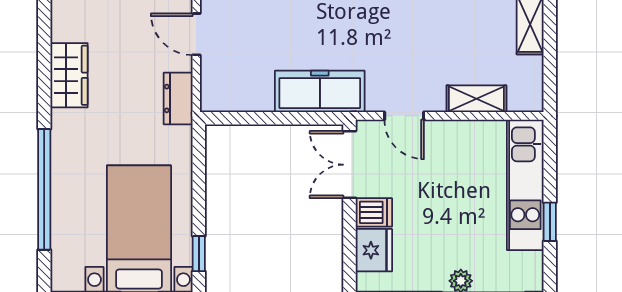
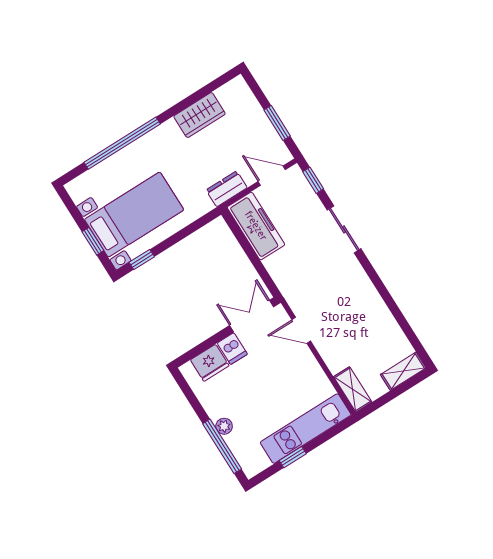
door: (196, 34) -> (272, 176), hinge flipped
freezer: (320, 91) -> (256, 226), moved
shelving: (476, 99) -> (353, 389), moved
door: (404, 116) -> (301, 330), hinge flipped

